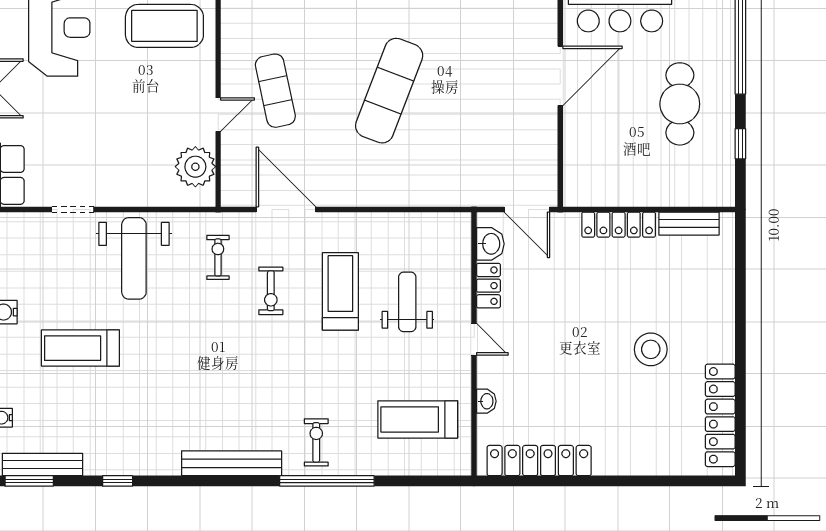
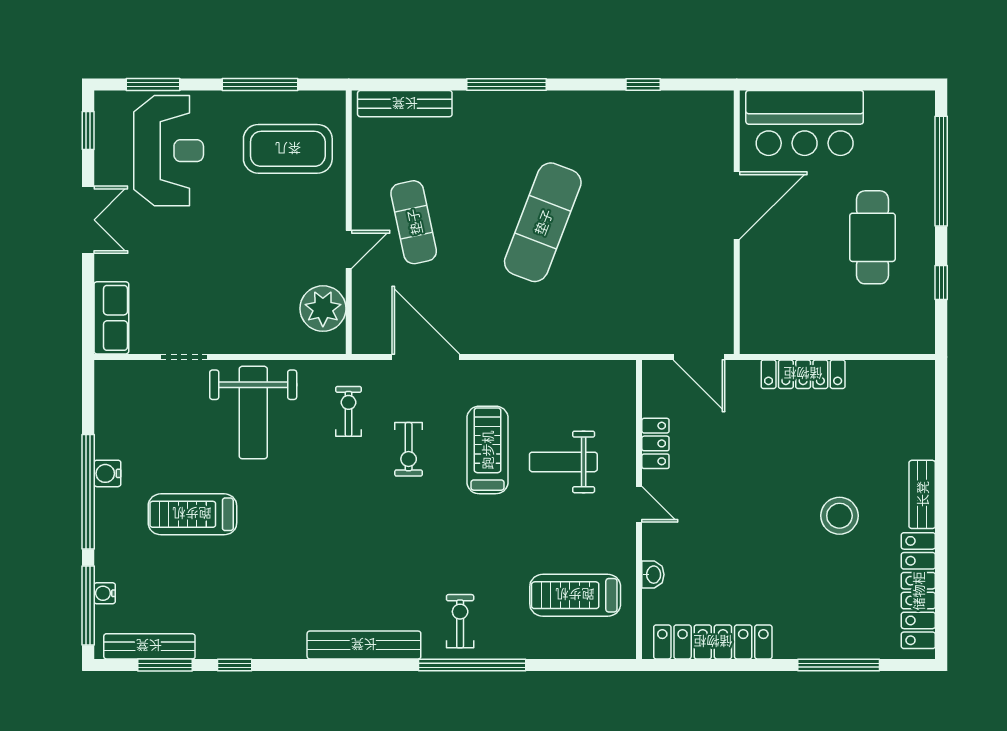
bench: (689, 224) -> (922, 494), moved, turned 90
washbasin: (490, 244) -> (658, 396), removed
weight bench: (407, 302) -> (563, 462), turned -90
window: (29, 481) -> (165, 665), moved
window: (650, 481) -> (839, 665), added

